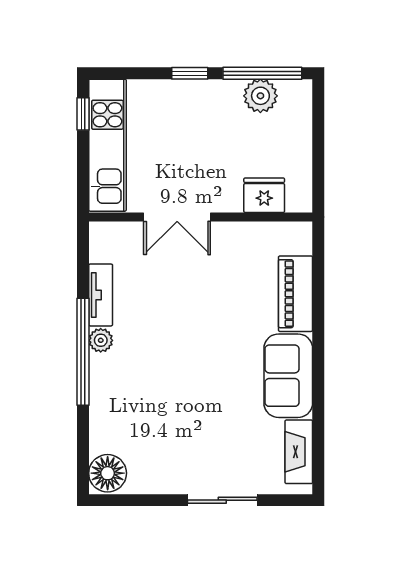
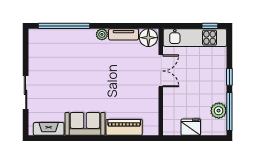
fridge: (264, 195) -> (191, 127), moved, turned -90
double door: (177, 217) -> (161, 71), swing flipped
window: (83, 352) -> (64, 26), moved
floor lamp: (108, 473) -> (148, 38), moved

